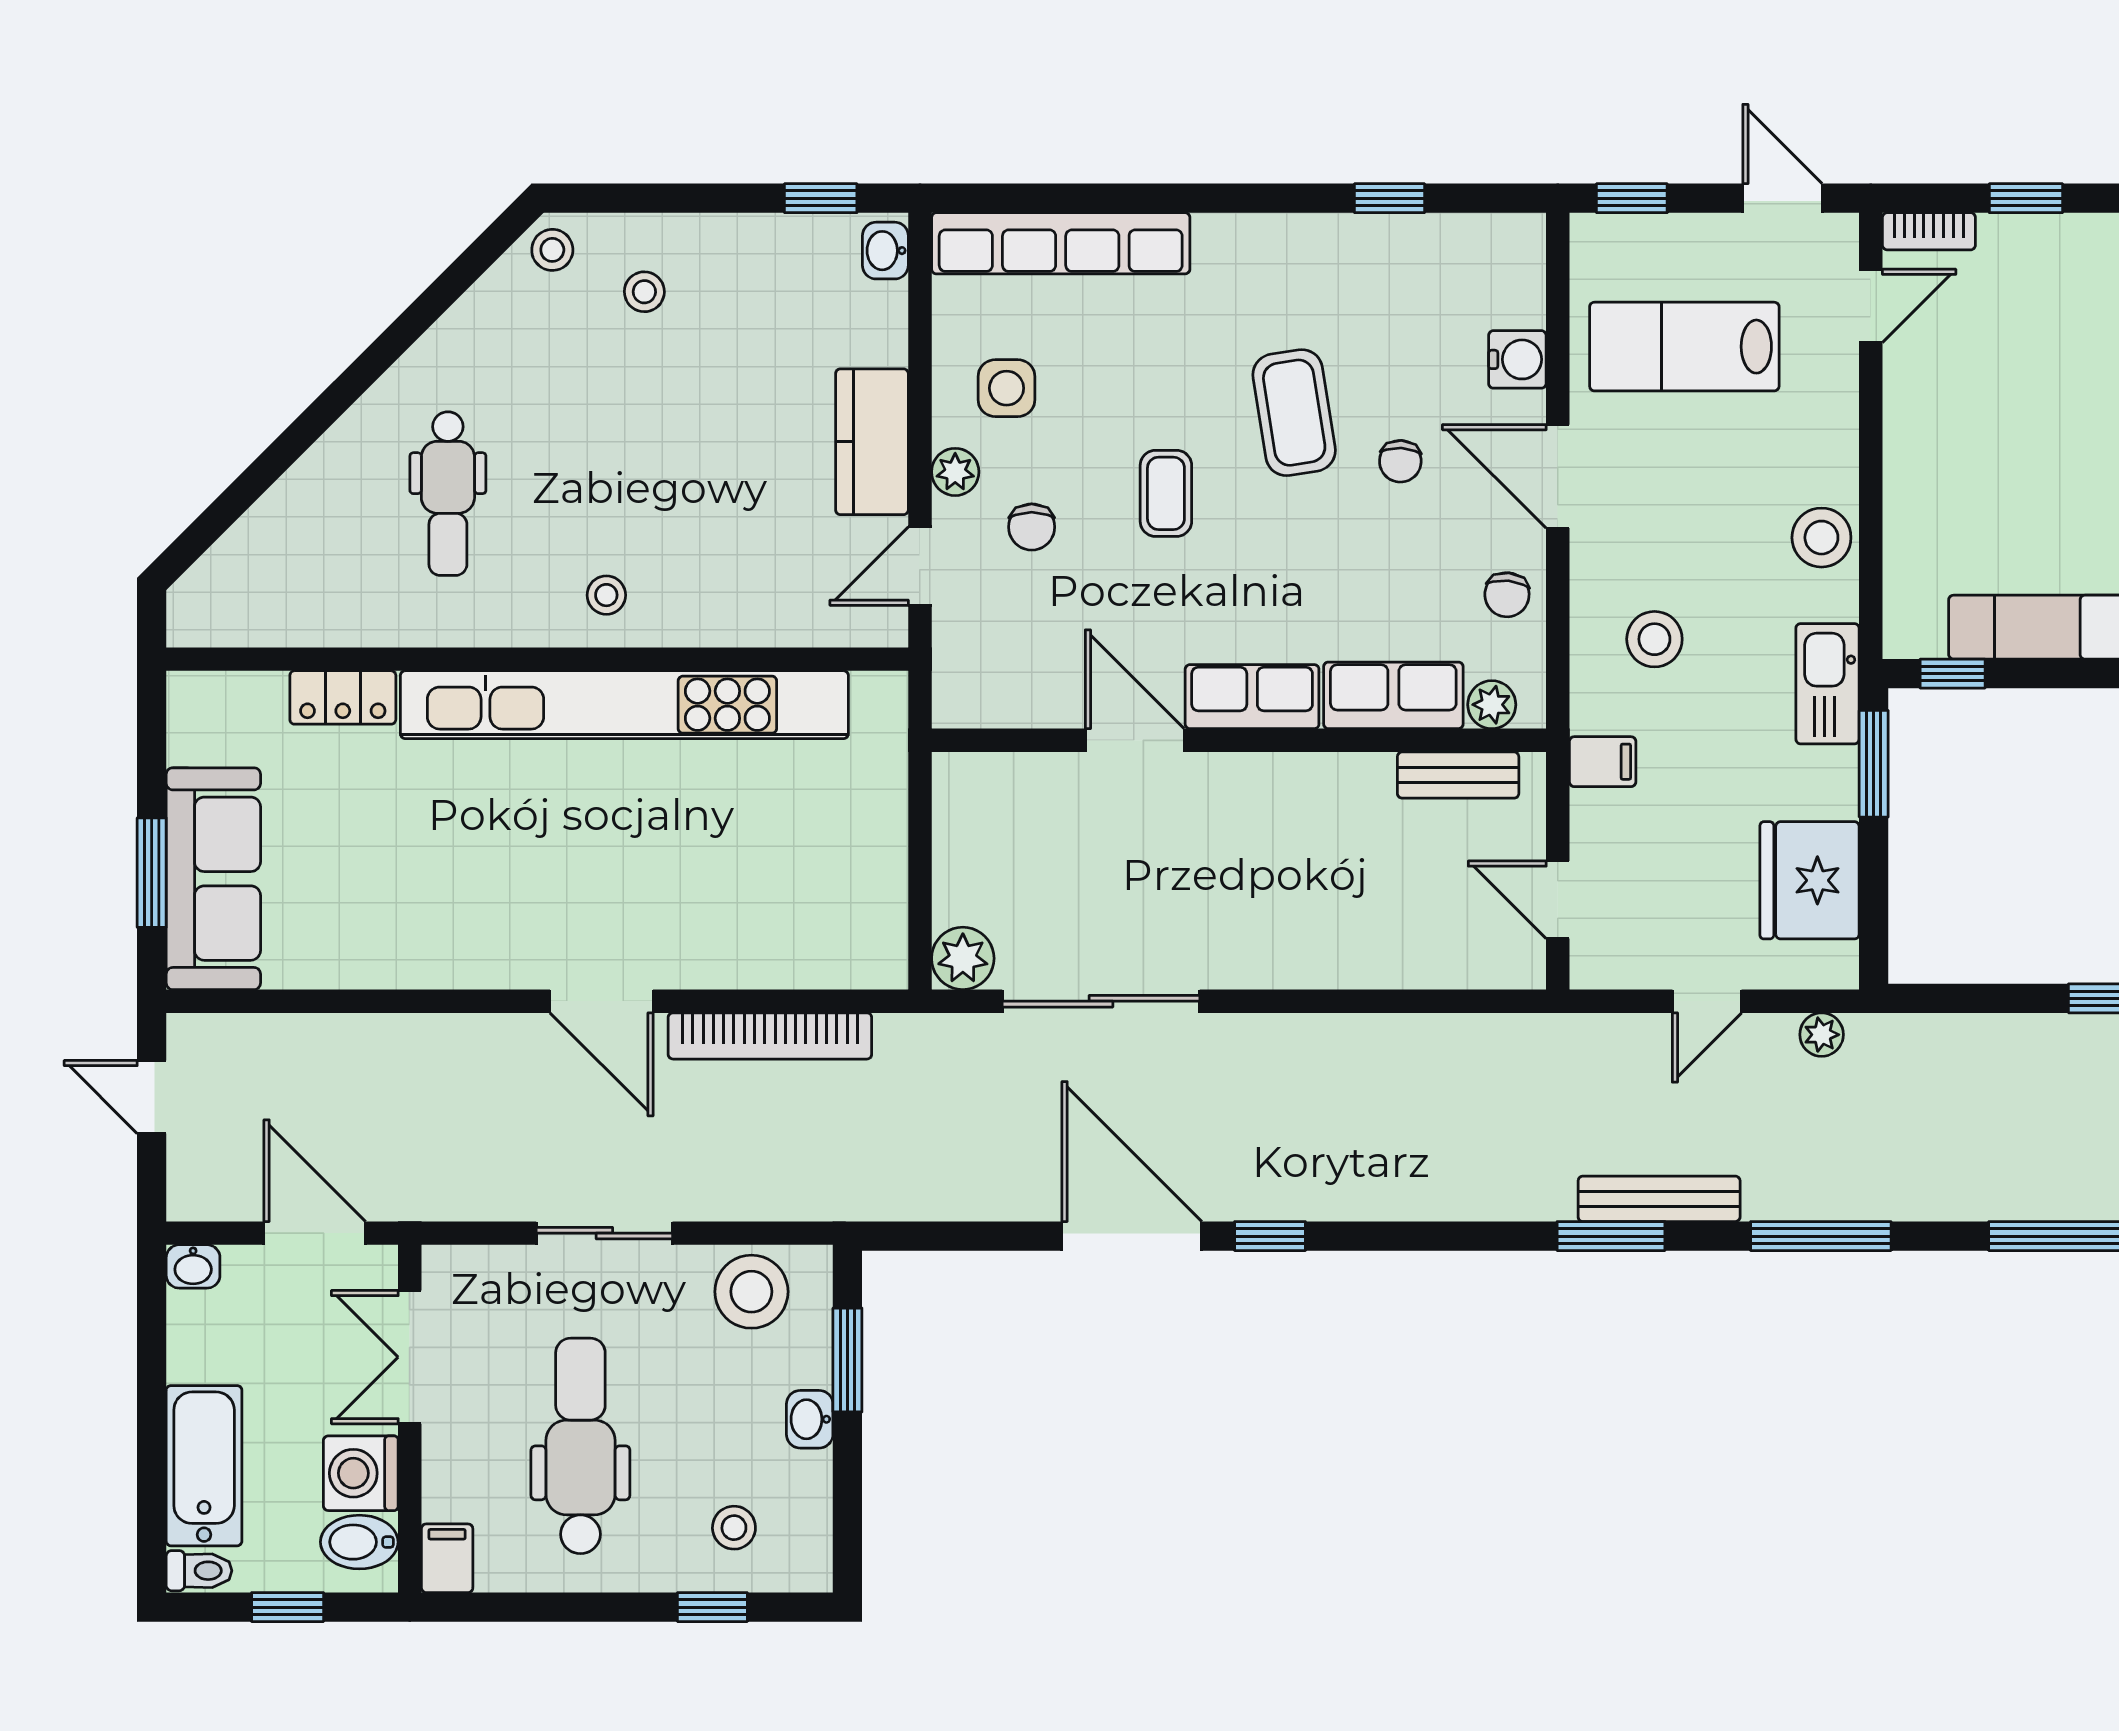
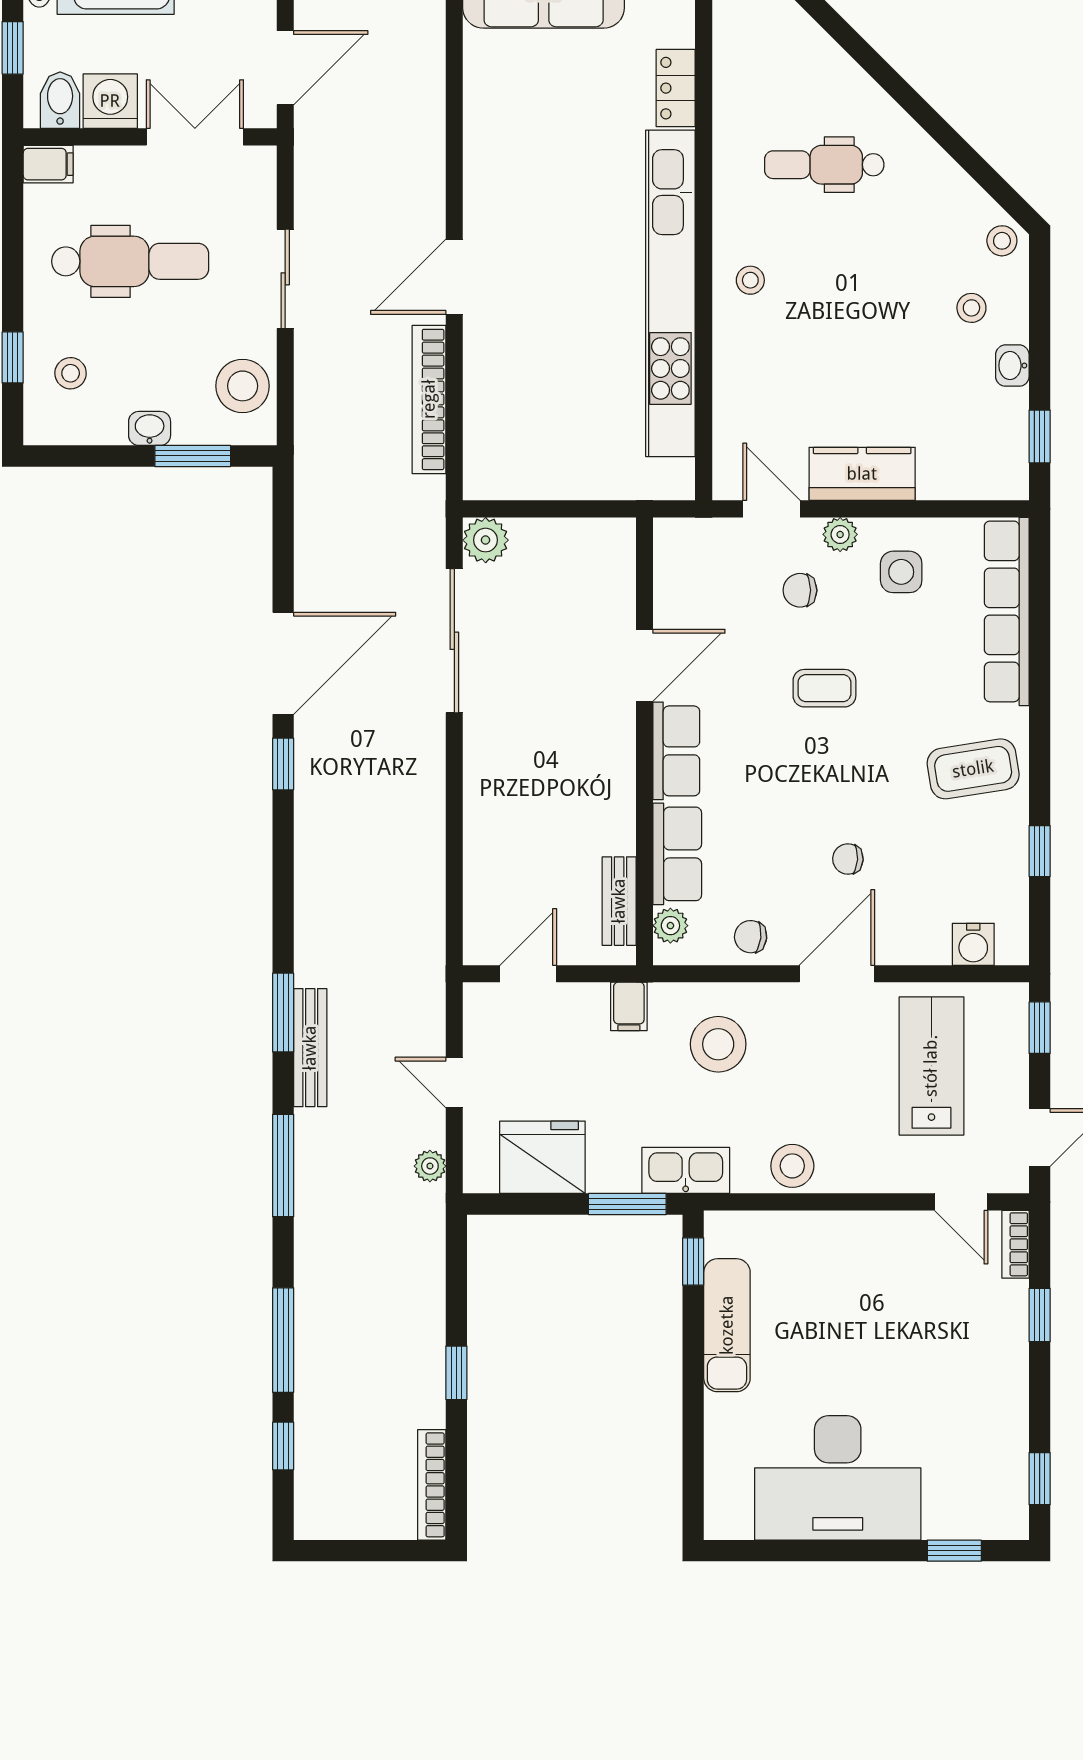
washbasin: (885, 251) -> (1012, 366), moved, turned -90
water cooler: (1517, 359) -> (973, 944), moved
coffee table: (1294, 413) -> (973, 769), moved
stool: (1654, 639) -> (718, 1044), width x1.38, depth x1.38

